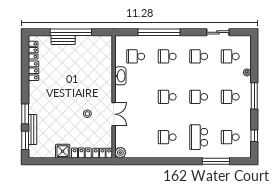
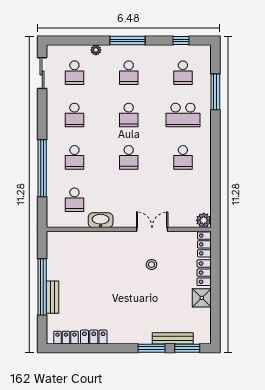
sliding door: (218, 32) -> (42, 73), moved

